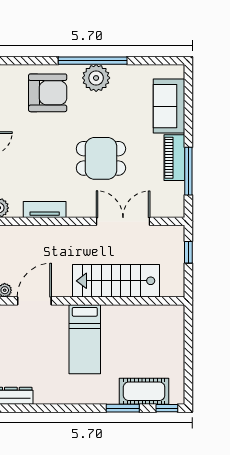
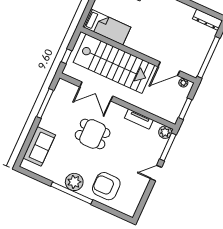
piano: (174, 158) -> (50, 115), removed
stairs: (116, 281) -> (114, 64), width x1.36, depth x1.51
bed: (85, 339) -> (107, 27), moved, turned 90

